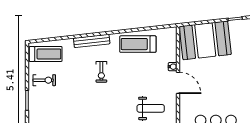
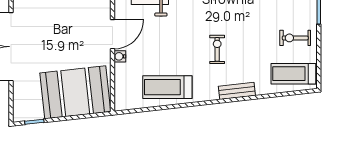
bench: (92, 41) -> (237, 91), width x0.73
treadmill: (138, 44) -> (167, 87), turned 180
door: (178, 83) -> (112, 34), swing flipped

